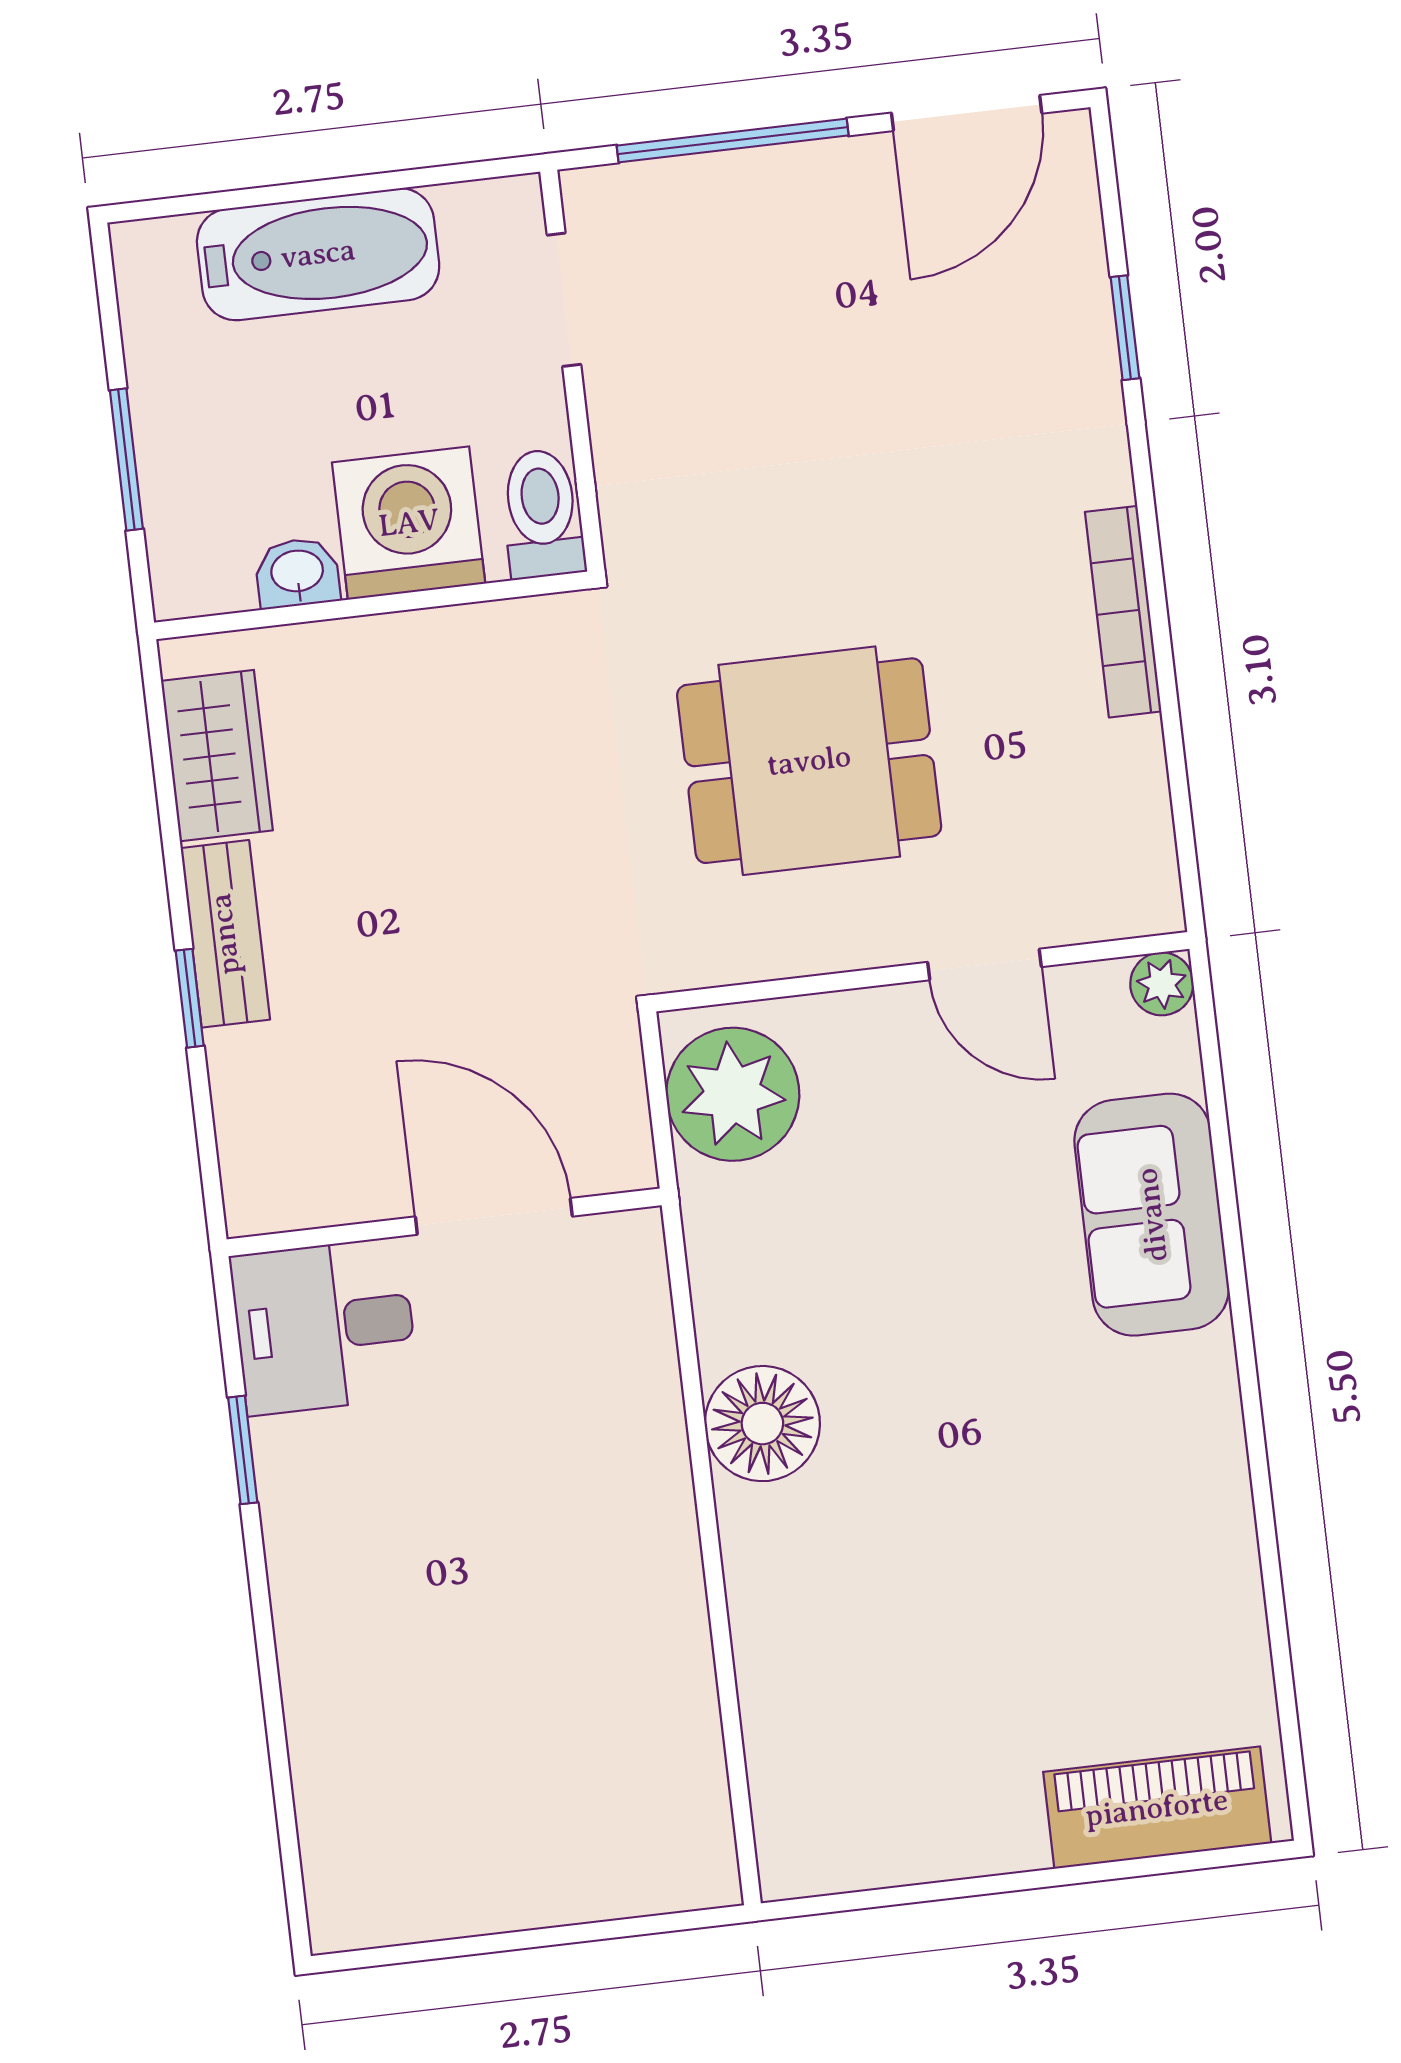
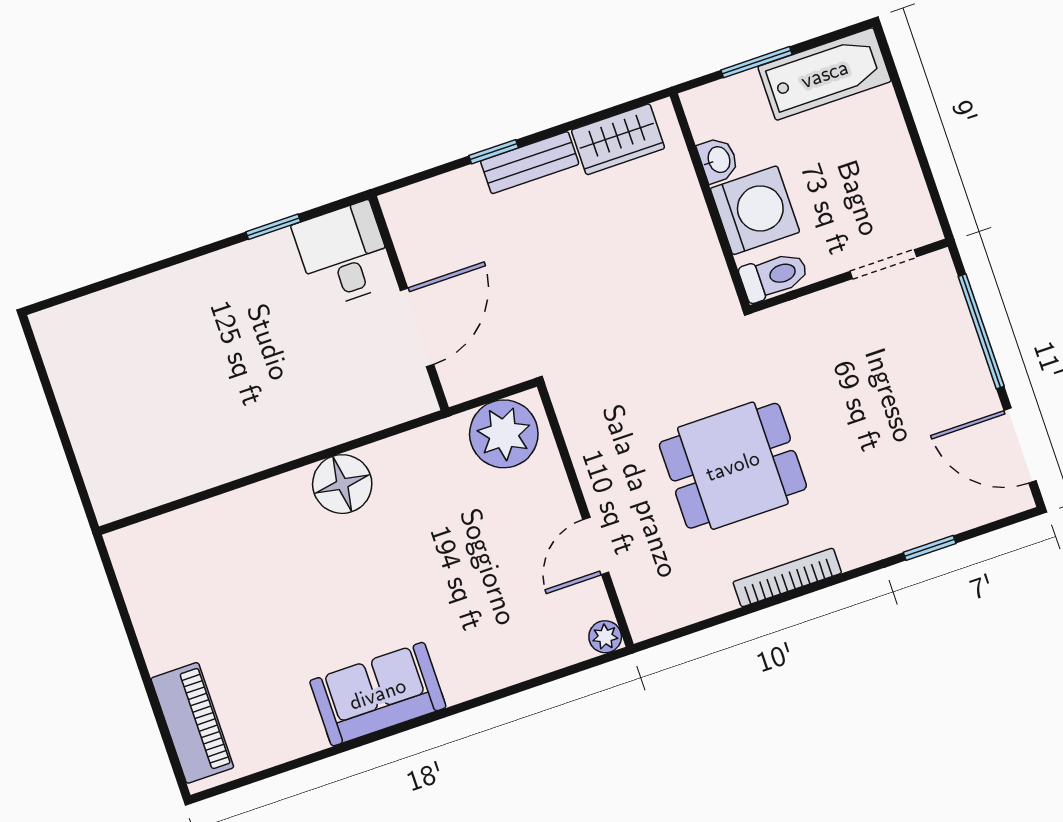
bathtub: (318, 254) -> (825, 74), moved, turned -90
dining table: (809, 761) -> (733, 466), moved, turned 90
sofa: (1152, 1215) -> (378, 694), moved

